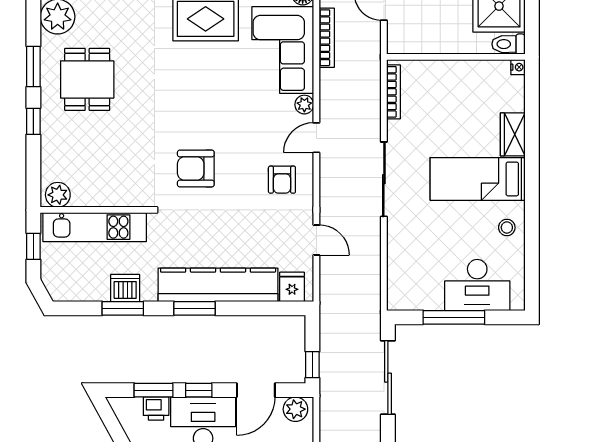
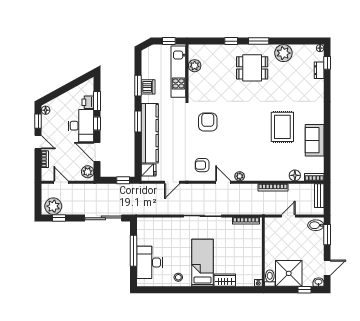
corner sofa: (283, 50) -> (267, 165), removed
plant: (58, 195) -> (195, 66), moved
window: (312, 365) -> (123, 180), moved

